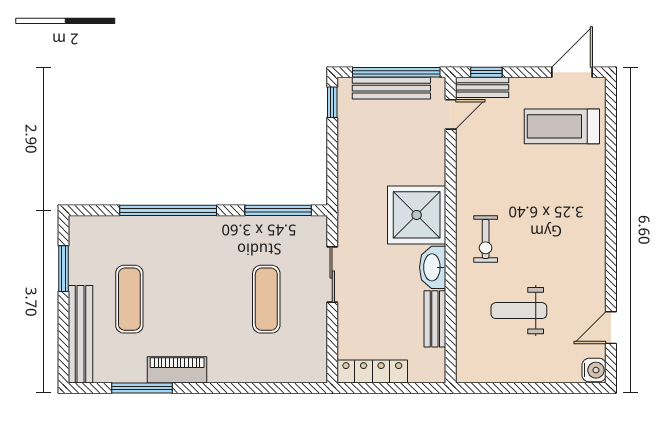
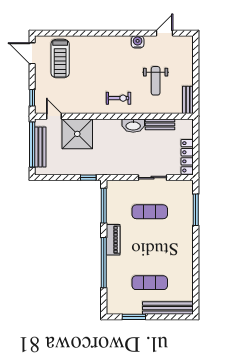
bench: (482, 87) -> (188, 100), moved
window: (332, 102) -> (88, 178), moved
shower: (417, 215) -> (77, 134), moved
sliding door: (332, 275) -> (152, 178), moved
door: (611, 328) -> (164, 33), swing flipped
piano: (177, 370) -> (113, 240), moved, turned 180
water cooler: (594, 370) -> (138, 42), moved
window: (142, 388) -> (196, 210), moved

